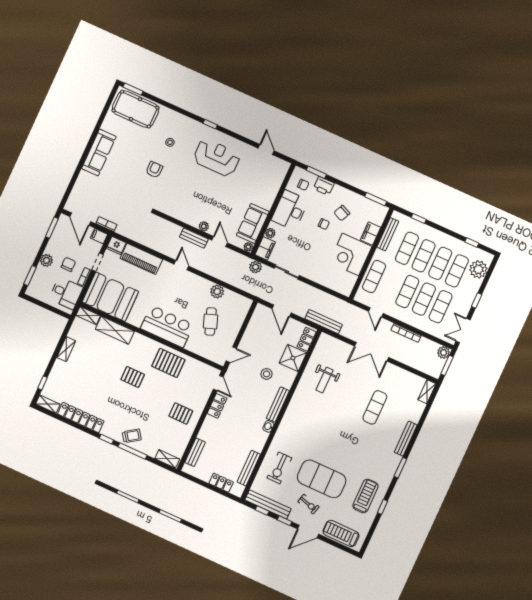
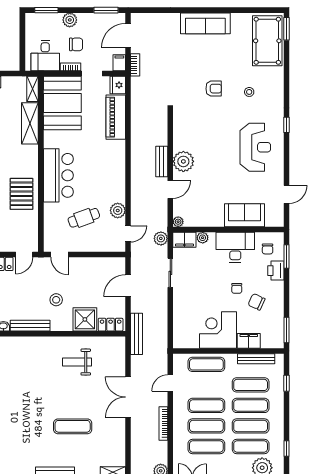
sofa: (253, 223) -> (244, 215), moved
plant: (204, 226) -> (183, 161), width x1.87, depth x1.87
door: (181, 265) -> (128, 234), moved

